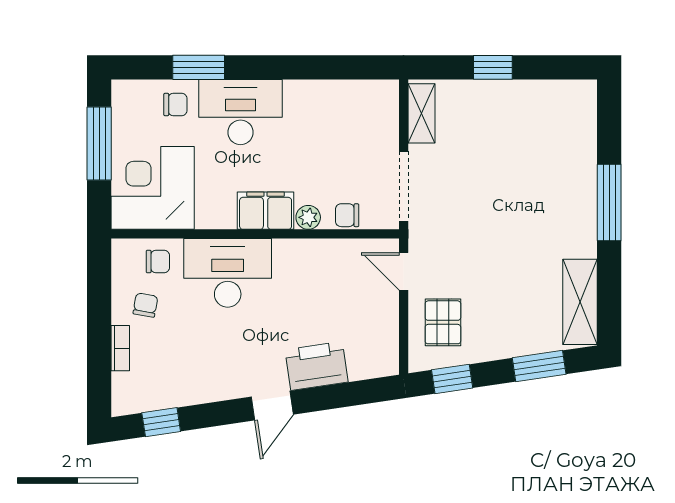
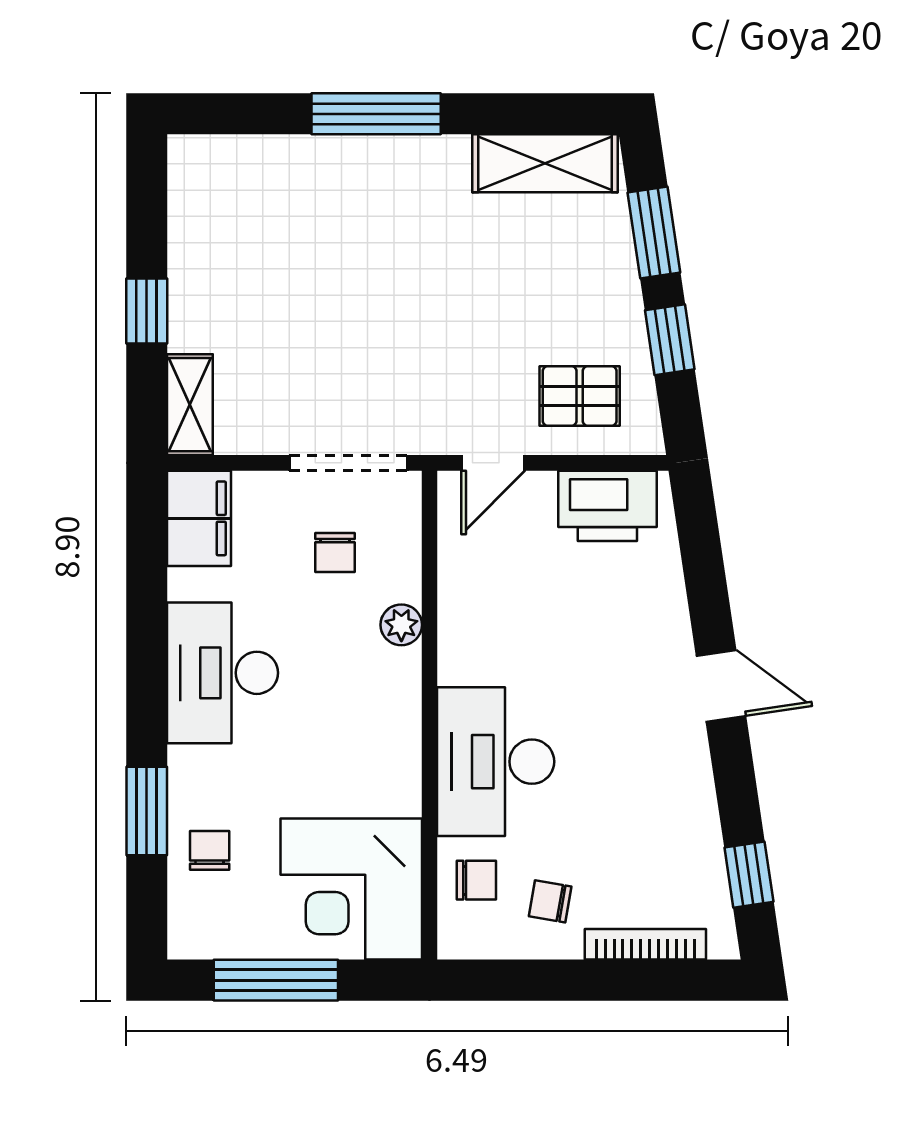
desk: (241, 112) -> (223, 673), moved
shelving: (421, 113) -> (190, 405), moved, turned 90
filing cabinet: (266, 211) -> (199, 518), moved, turned 180
chair: (347, 215) -> (335, 552), moved
chair: (158, 262) -> (476, 880), turned 90
bookcase: (120, 348) -> (645, 944), width x1.56
printer: (317, 366) -> (607, 506), moved, turned -82
window: (452, 379) -> (670, 340), moved

